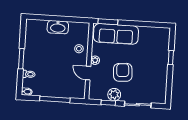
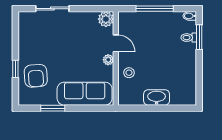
window: (108, 22) -> (53, 108), moved
window: (21, 59) -> (199, 37), moved
armchair: (123, 72) -> (36, 76), moved
plant: (114, 95) -> (106, 19), moved
window: (108, 103) -> (89, 9), removed

